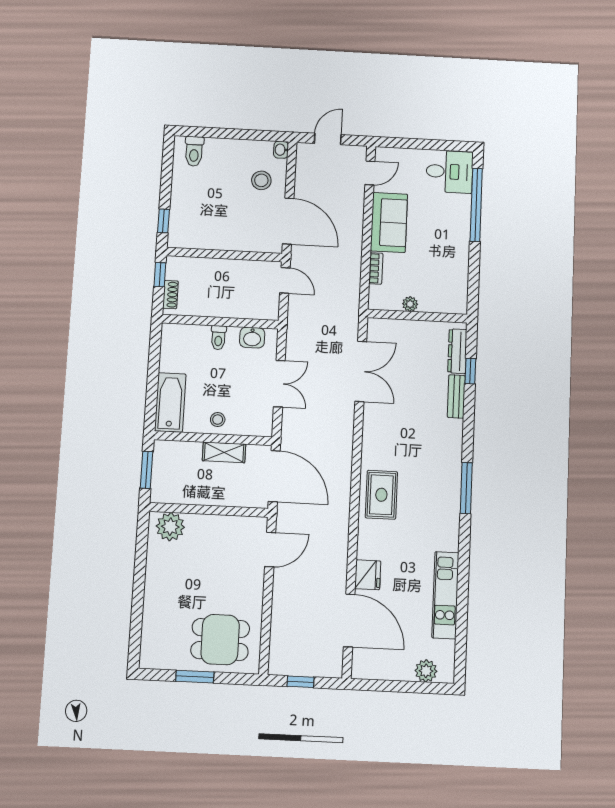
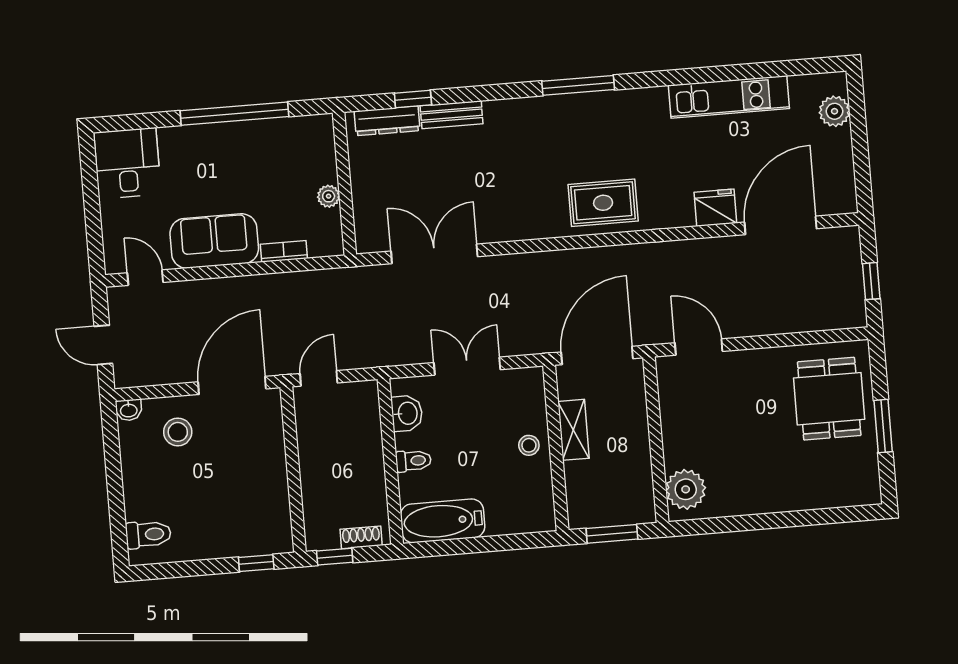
window: (476, 205) -> (234, 114), moved
bathtub: (170, 402) -> (443, 521), moved

